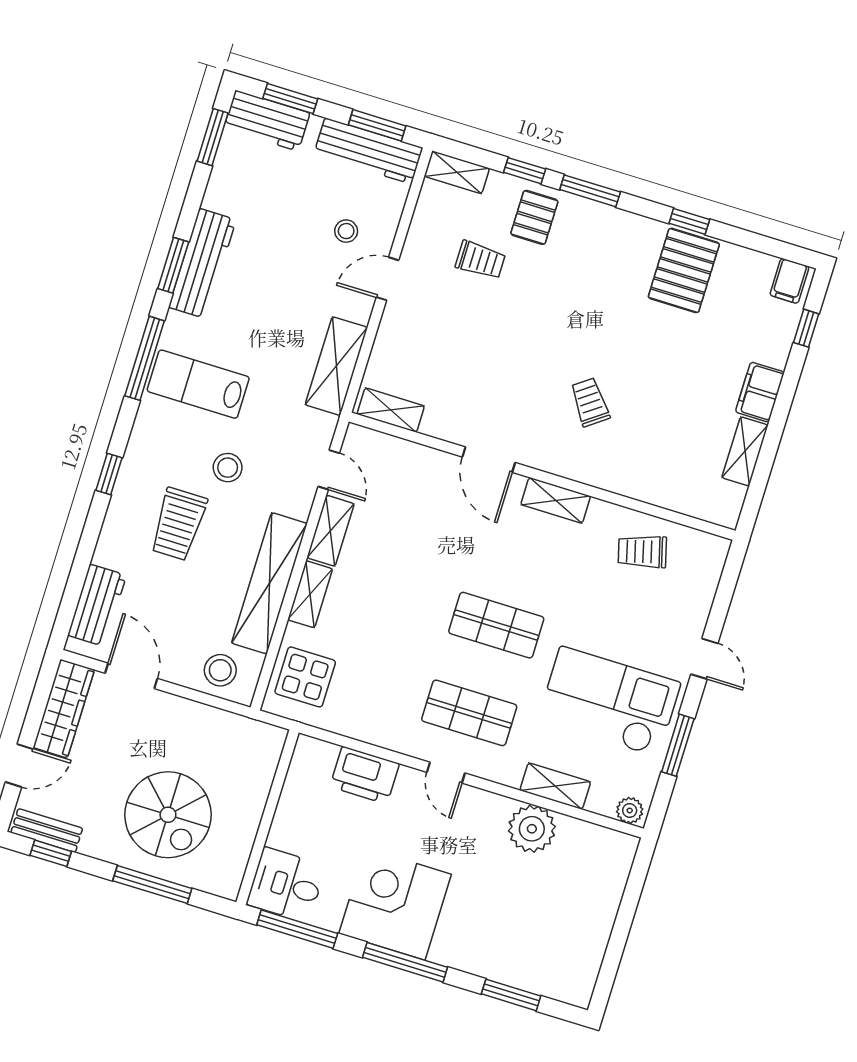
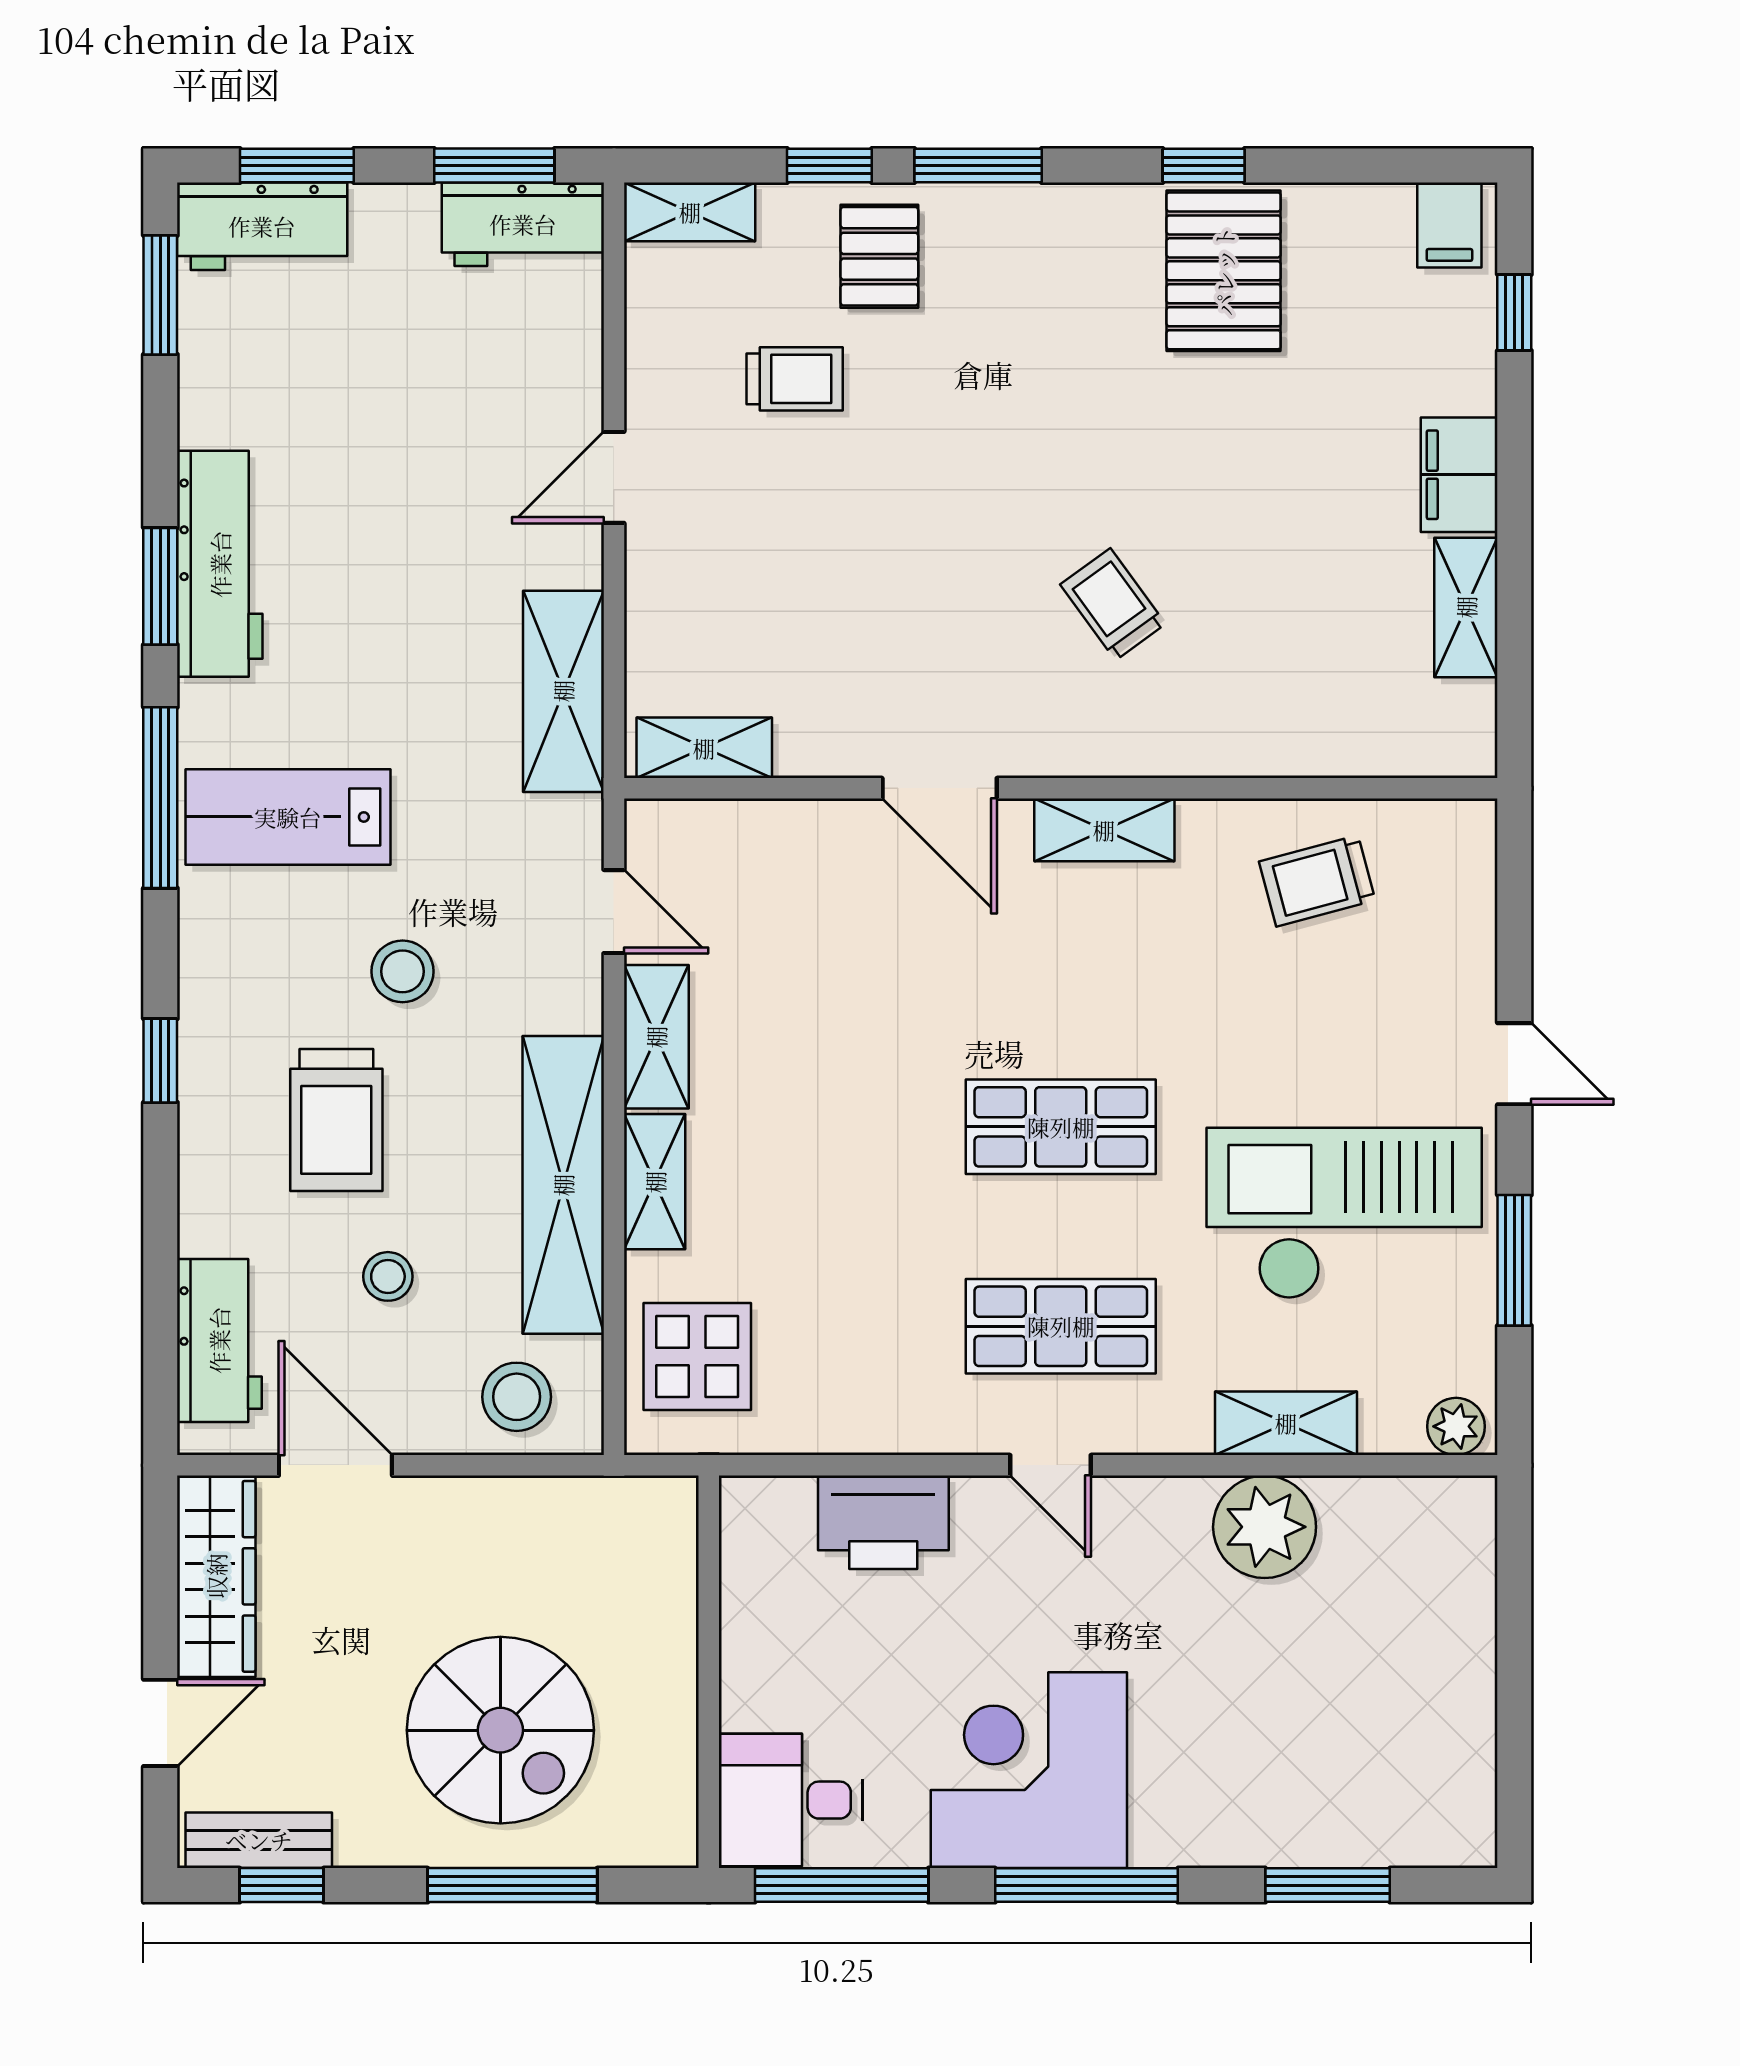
workbench: (368, 151) -> (523, 224), width x0.73
stool: (346, 231) -> (388, 1276), moved

